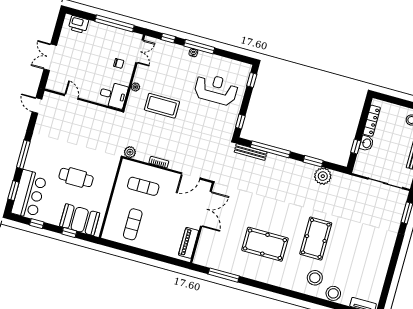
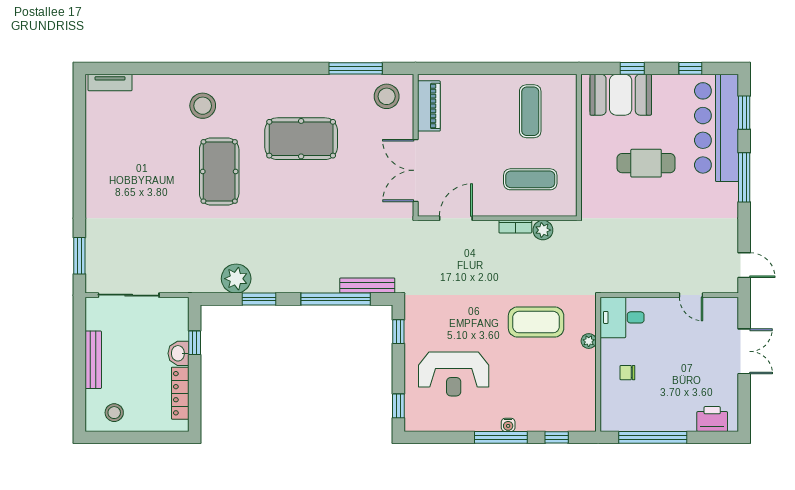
double door: (140, 51) -> (598, 402), removed
plant: (130, 152) -> (543, 230), moved
bar counter: (29, 194) -> (717, 128), width x1.36
stool: (333, 293) -> (387, 96), moved

